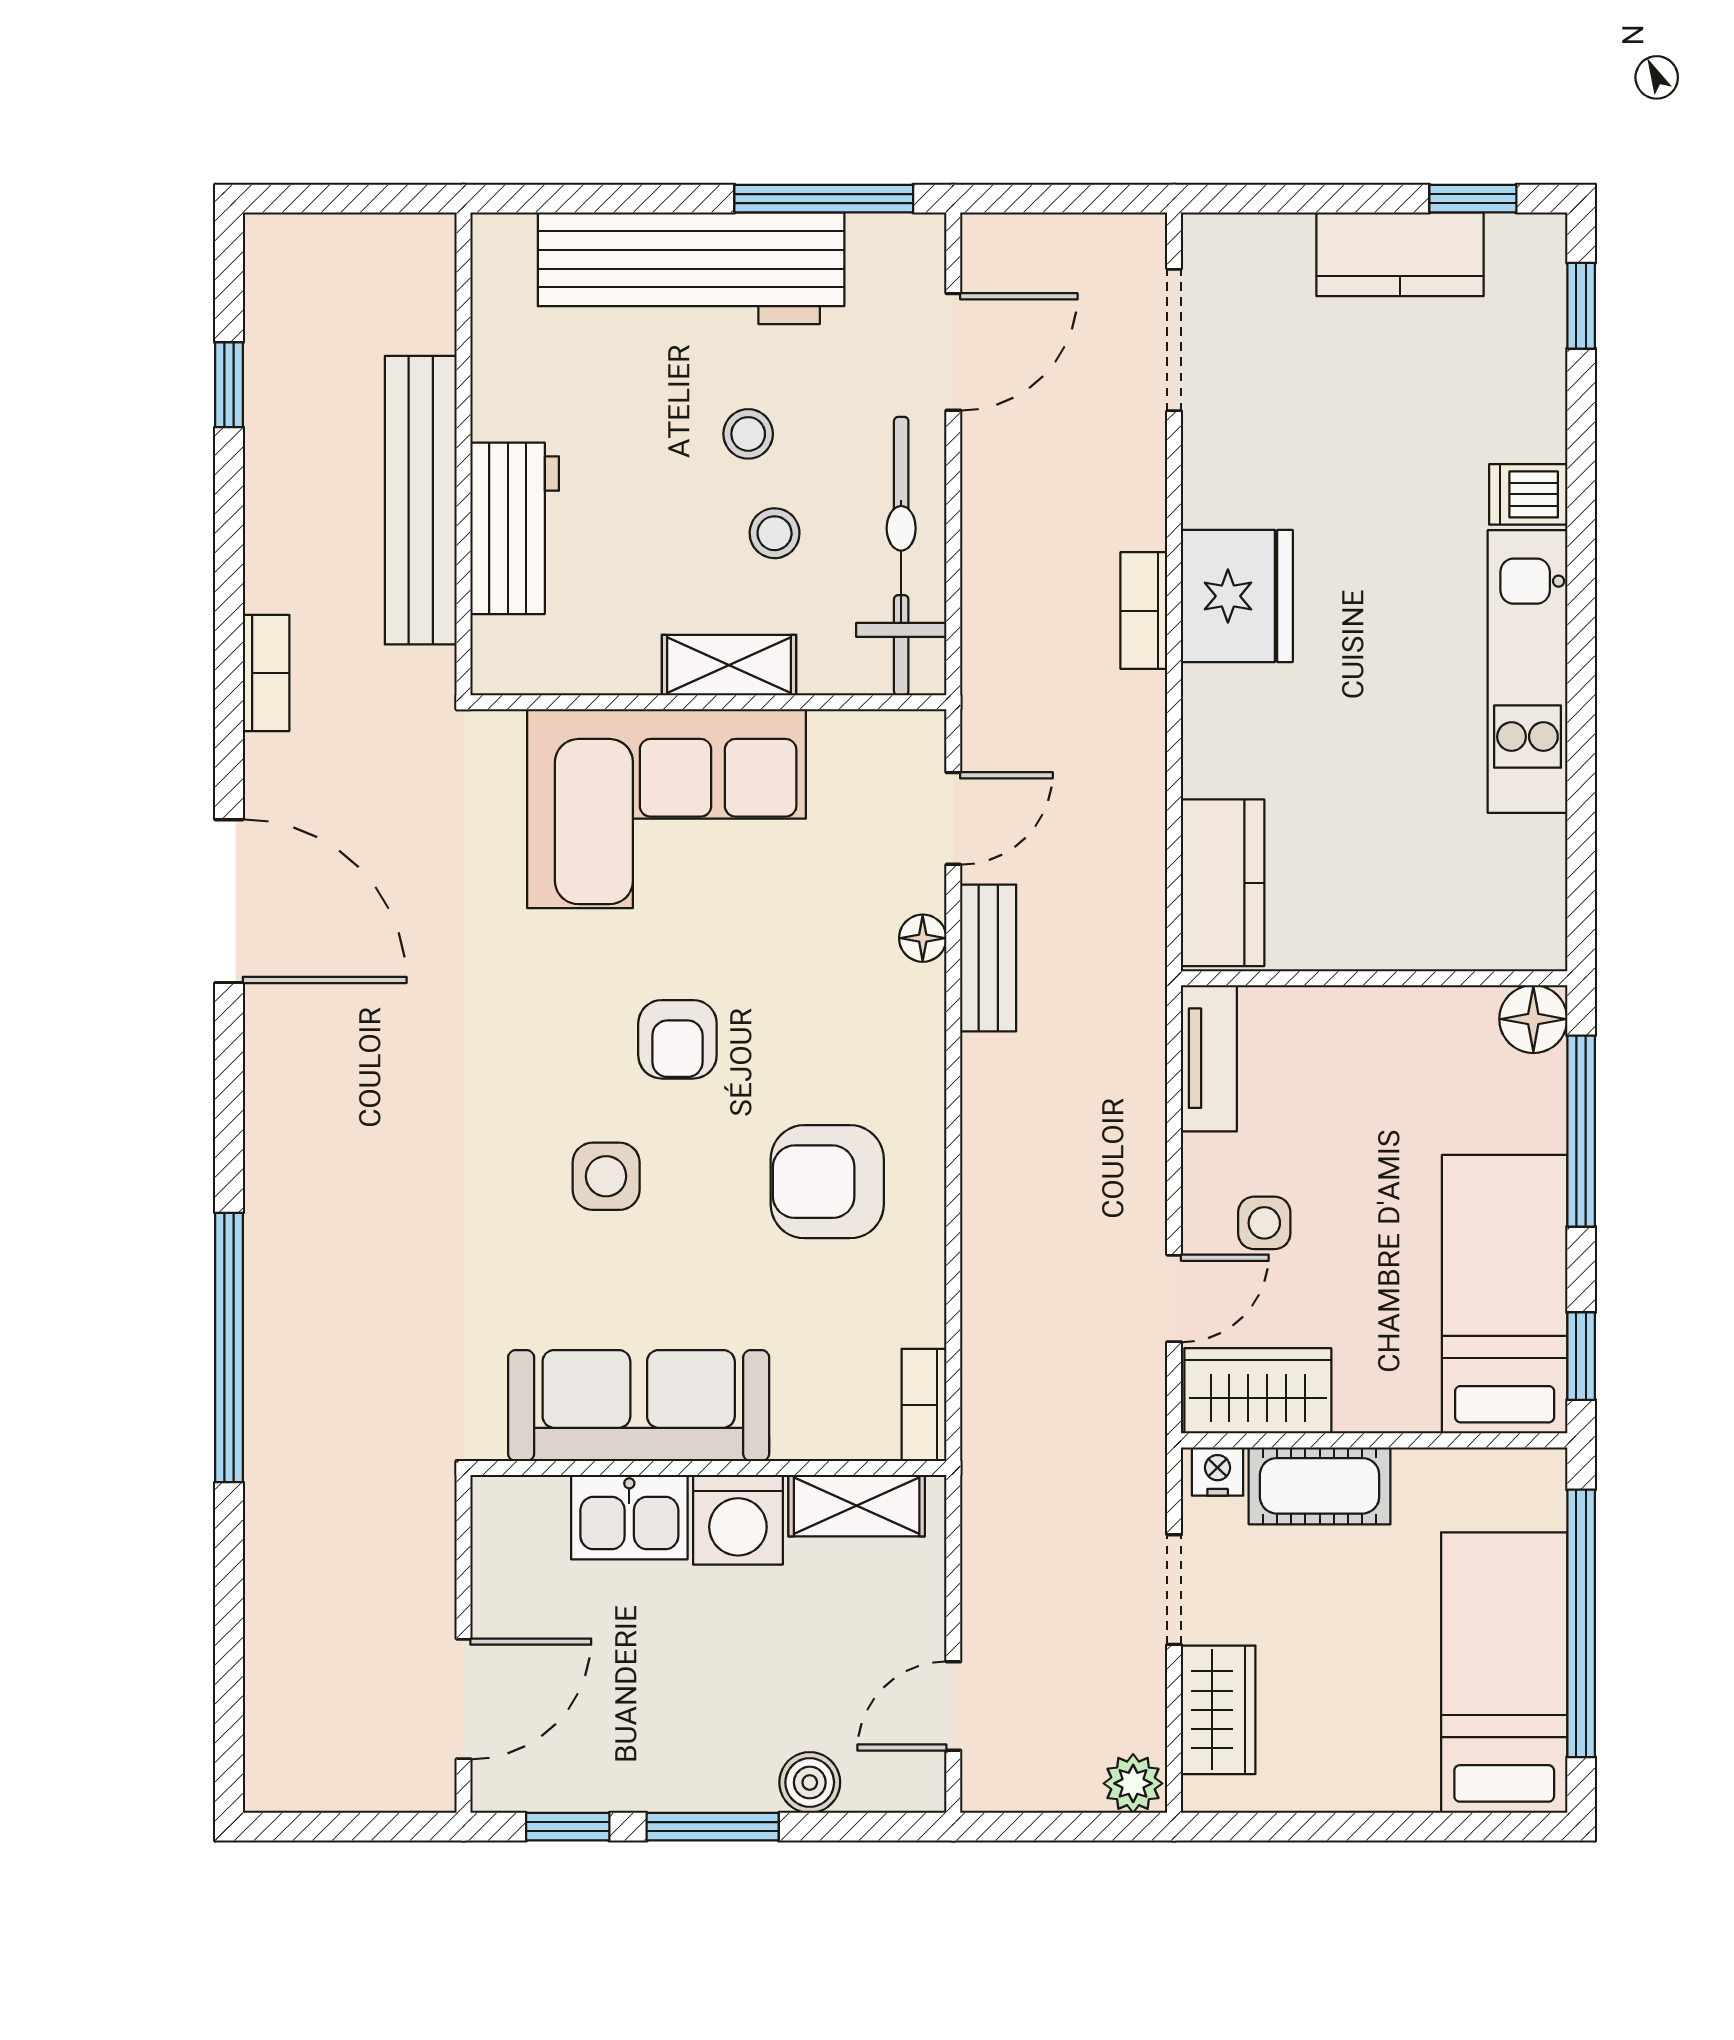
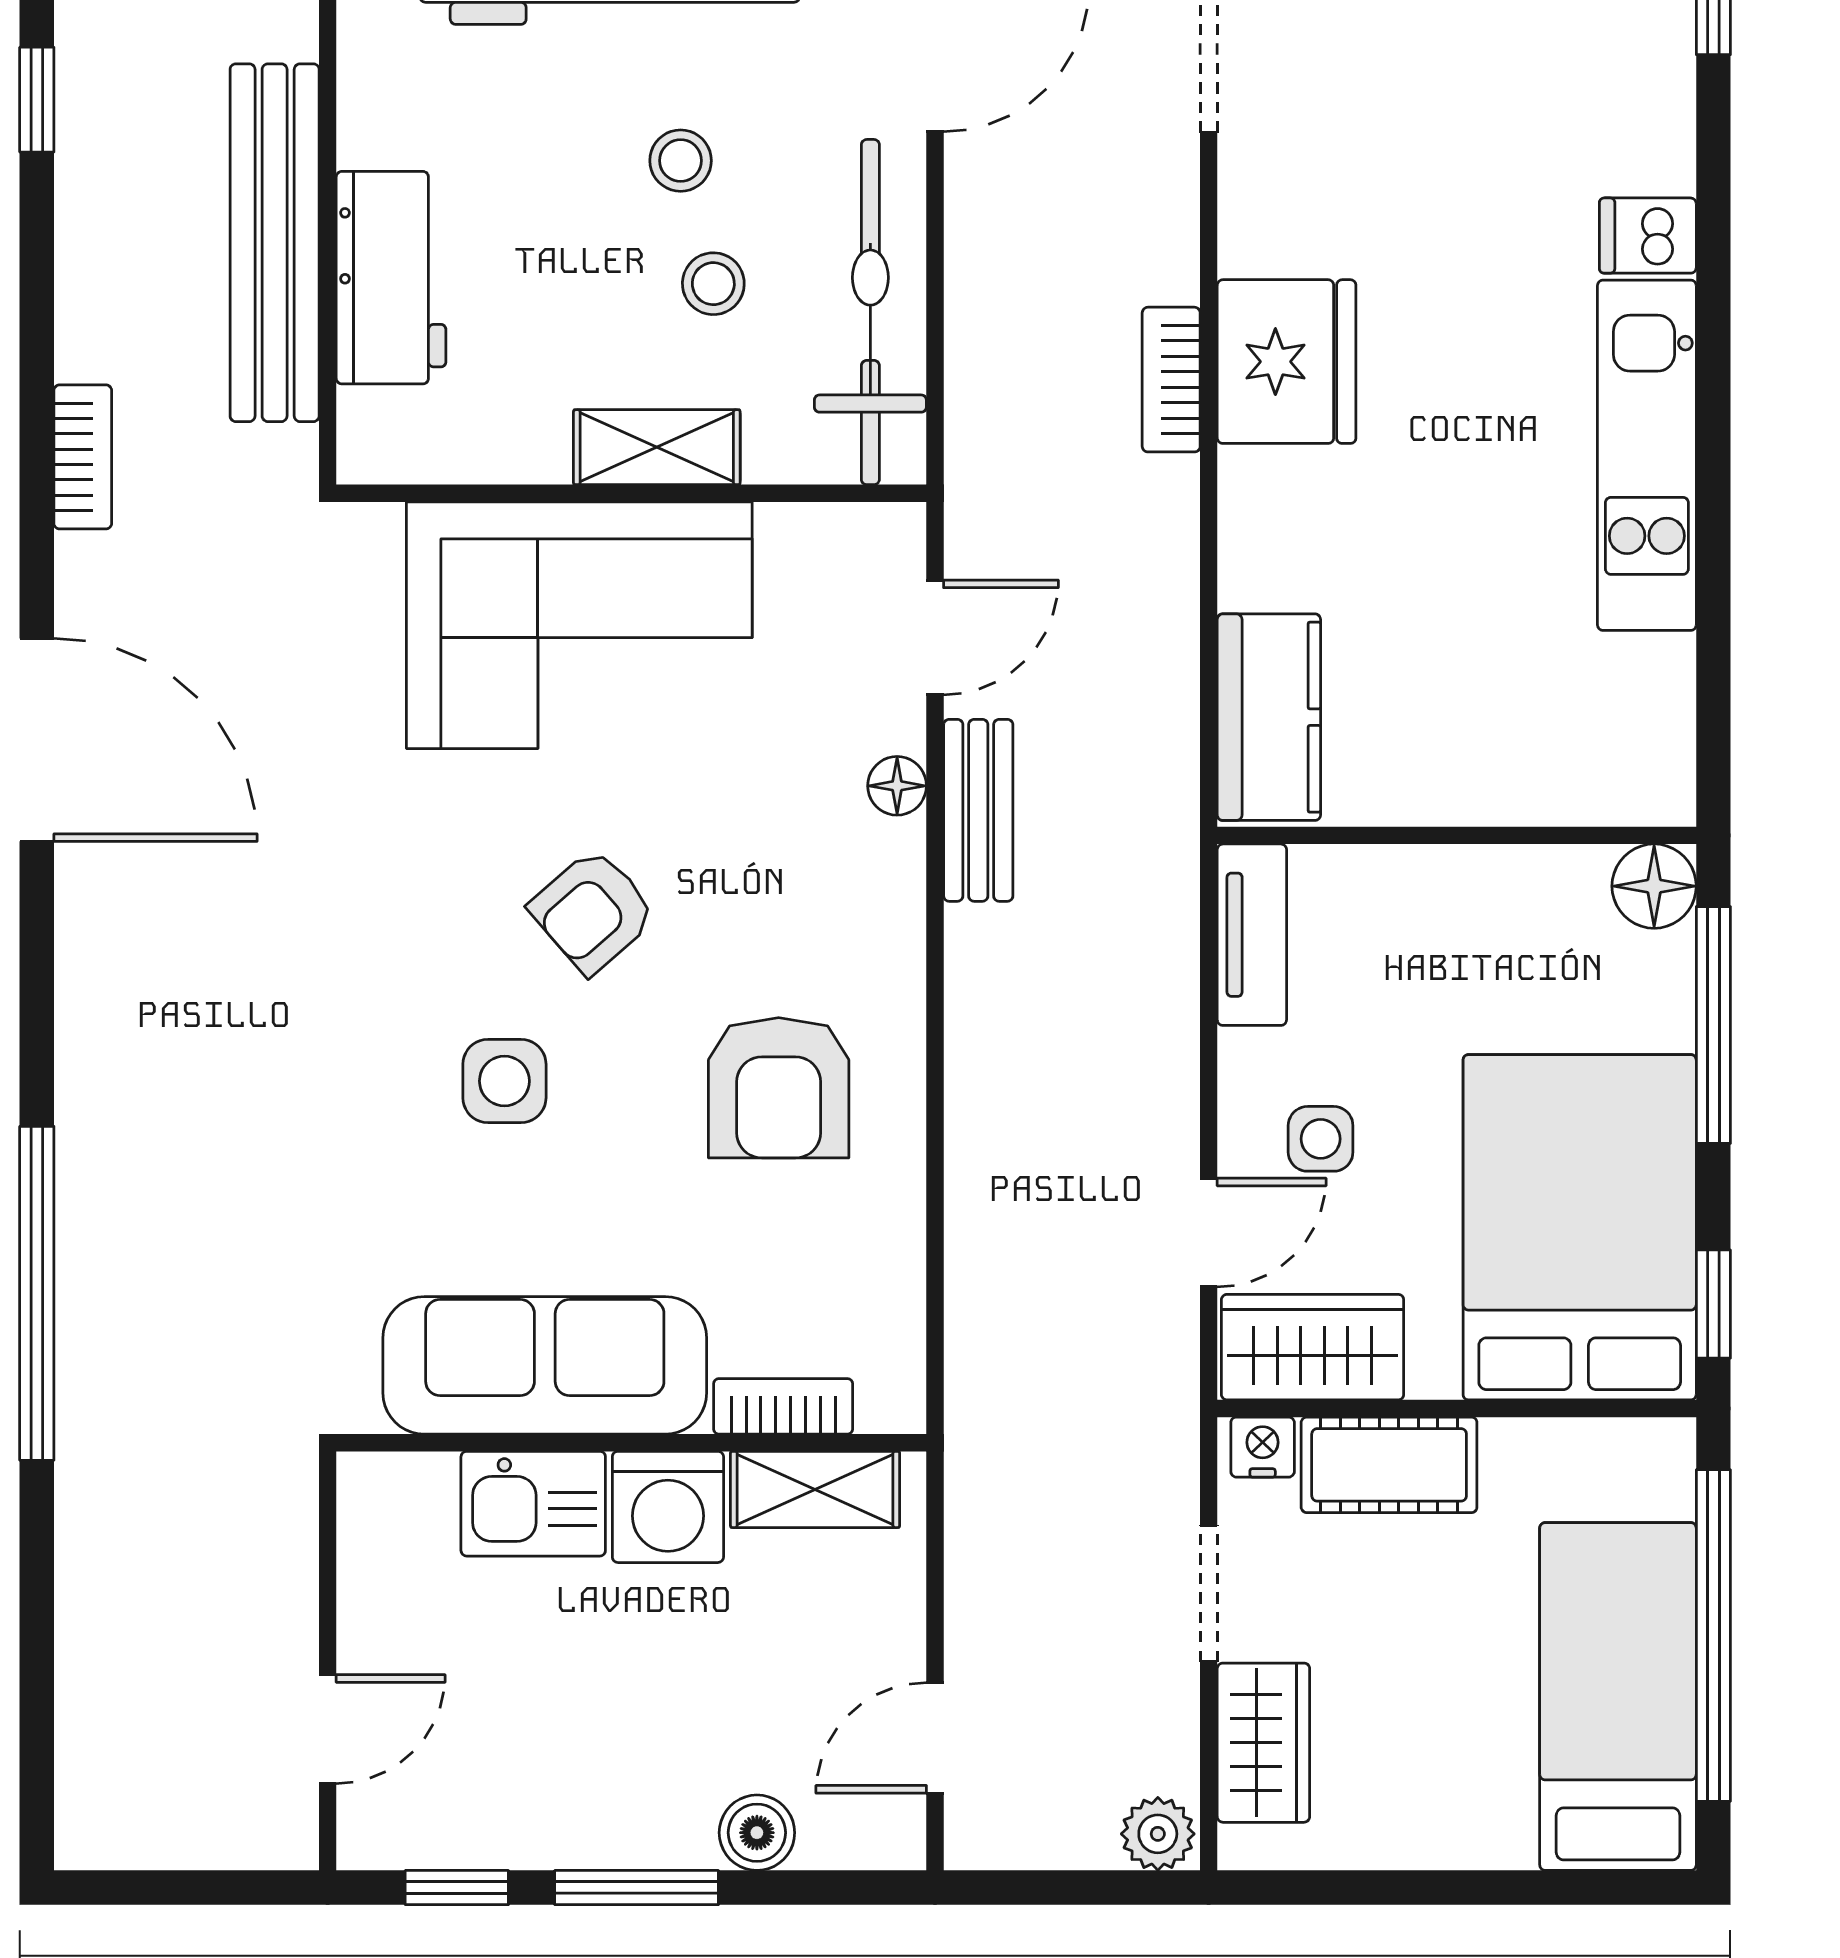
armchair: (677, 1039) -> (593, 911), turned 49
armchair: (827, 1182) -> (779, 1088), turned -90
bed: (1505, 1294) -> (1580, 1227), width x1.50
bookcase: (924, 1405) -> (783, 1406), moved, turned 90
door: (464, 1699) -> (328, 1729), width x0.73

